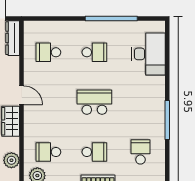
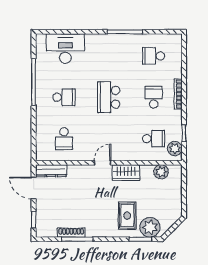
school desk: (94, 52) -> (64, 97), turned 90
school desk: (48, 152) -> (154, 139), turned -90

